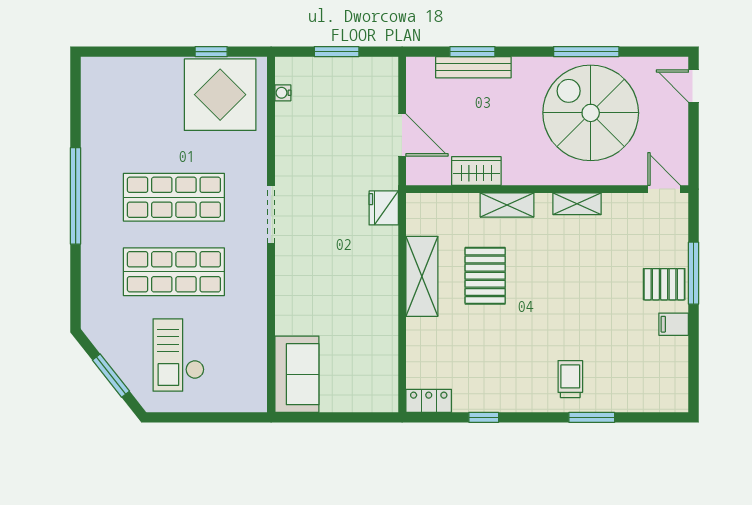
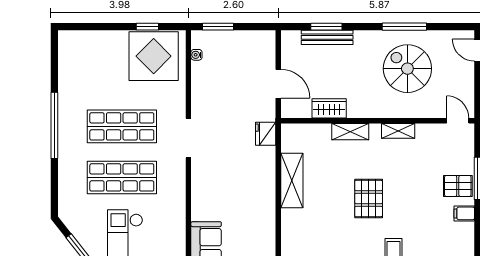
window: (337, 52) -> (218, 27), moved
spiral stairs: (591, 113) -> (407, 69), width x0.73, depth x0.73
pallet: (485, 276) -> (369, 199), moved

